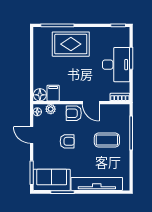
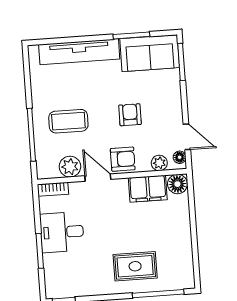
rug: (71, 44) -> (135, 266), width x0.73, depth x0.70
desk: (116, 65) -> (62, 232), width x0.73
filing cabinet: (53, 93) -> (148, 189), width x2.00
plant: (108, 111) -> (70, 167), added
door: (32, 135) -> (187, 137), moved
armchair: (67, 141) -> (130, 115), turned 90

